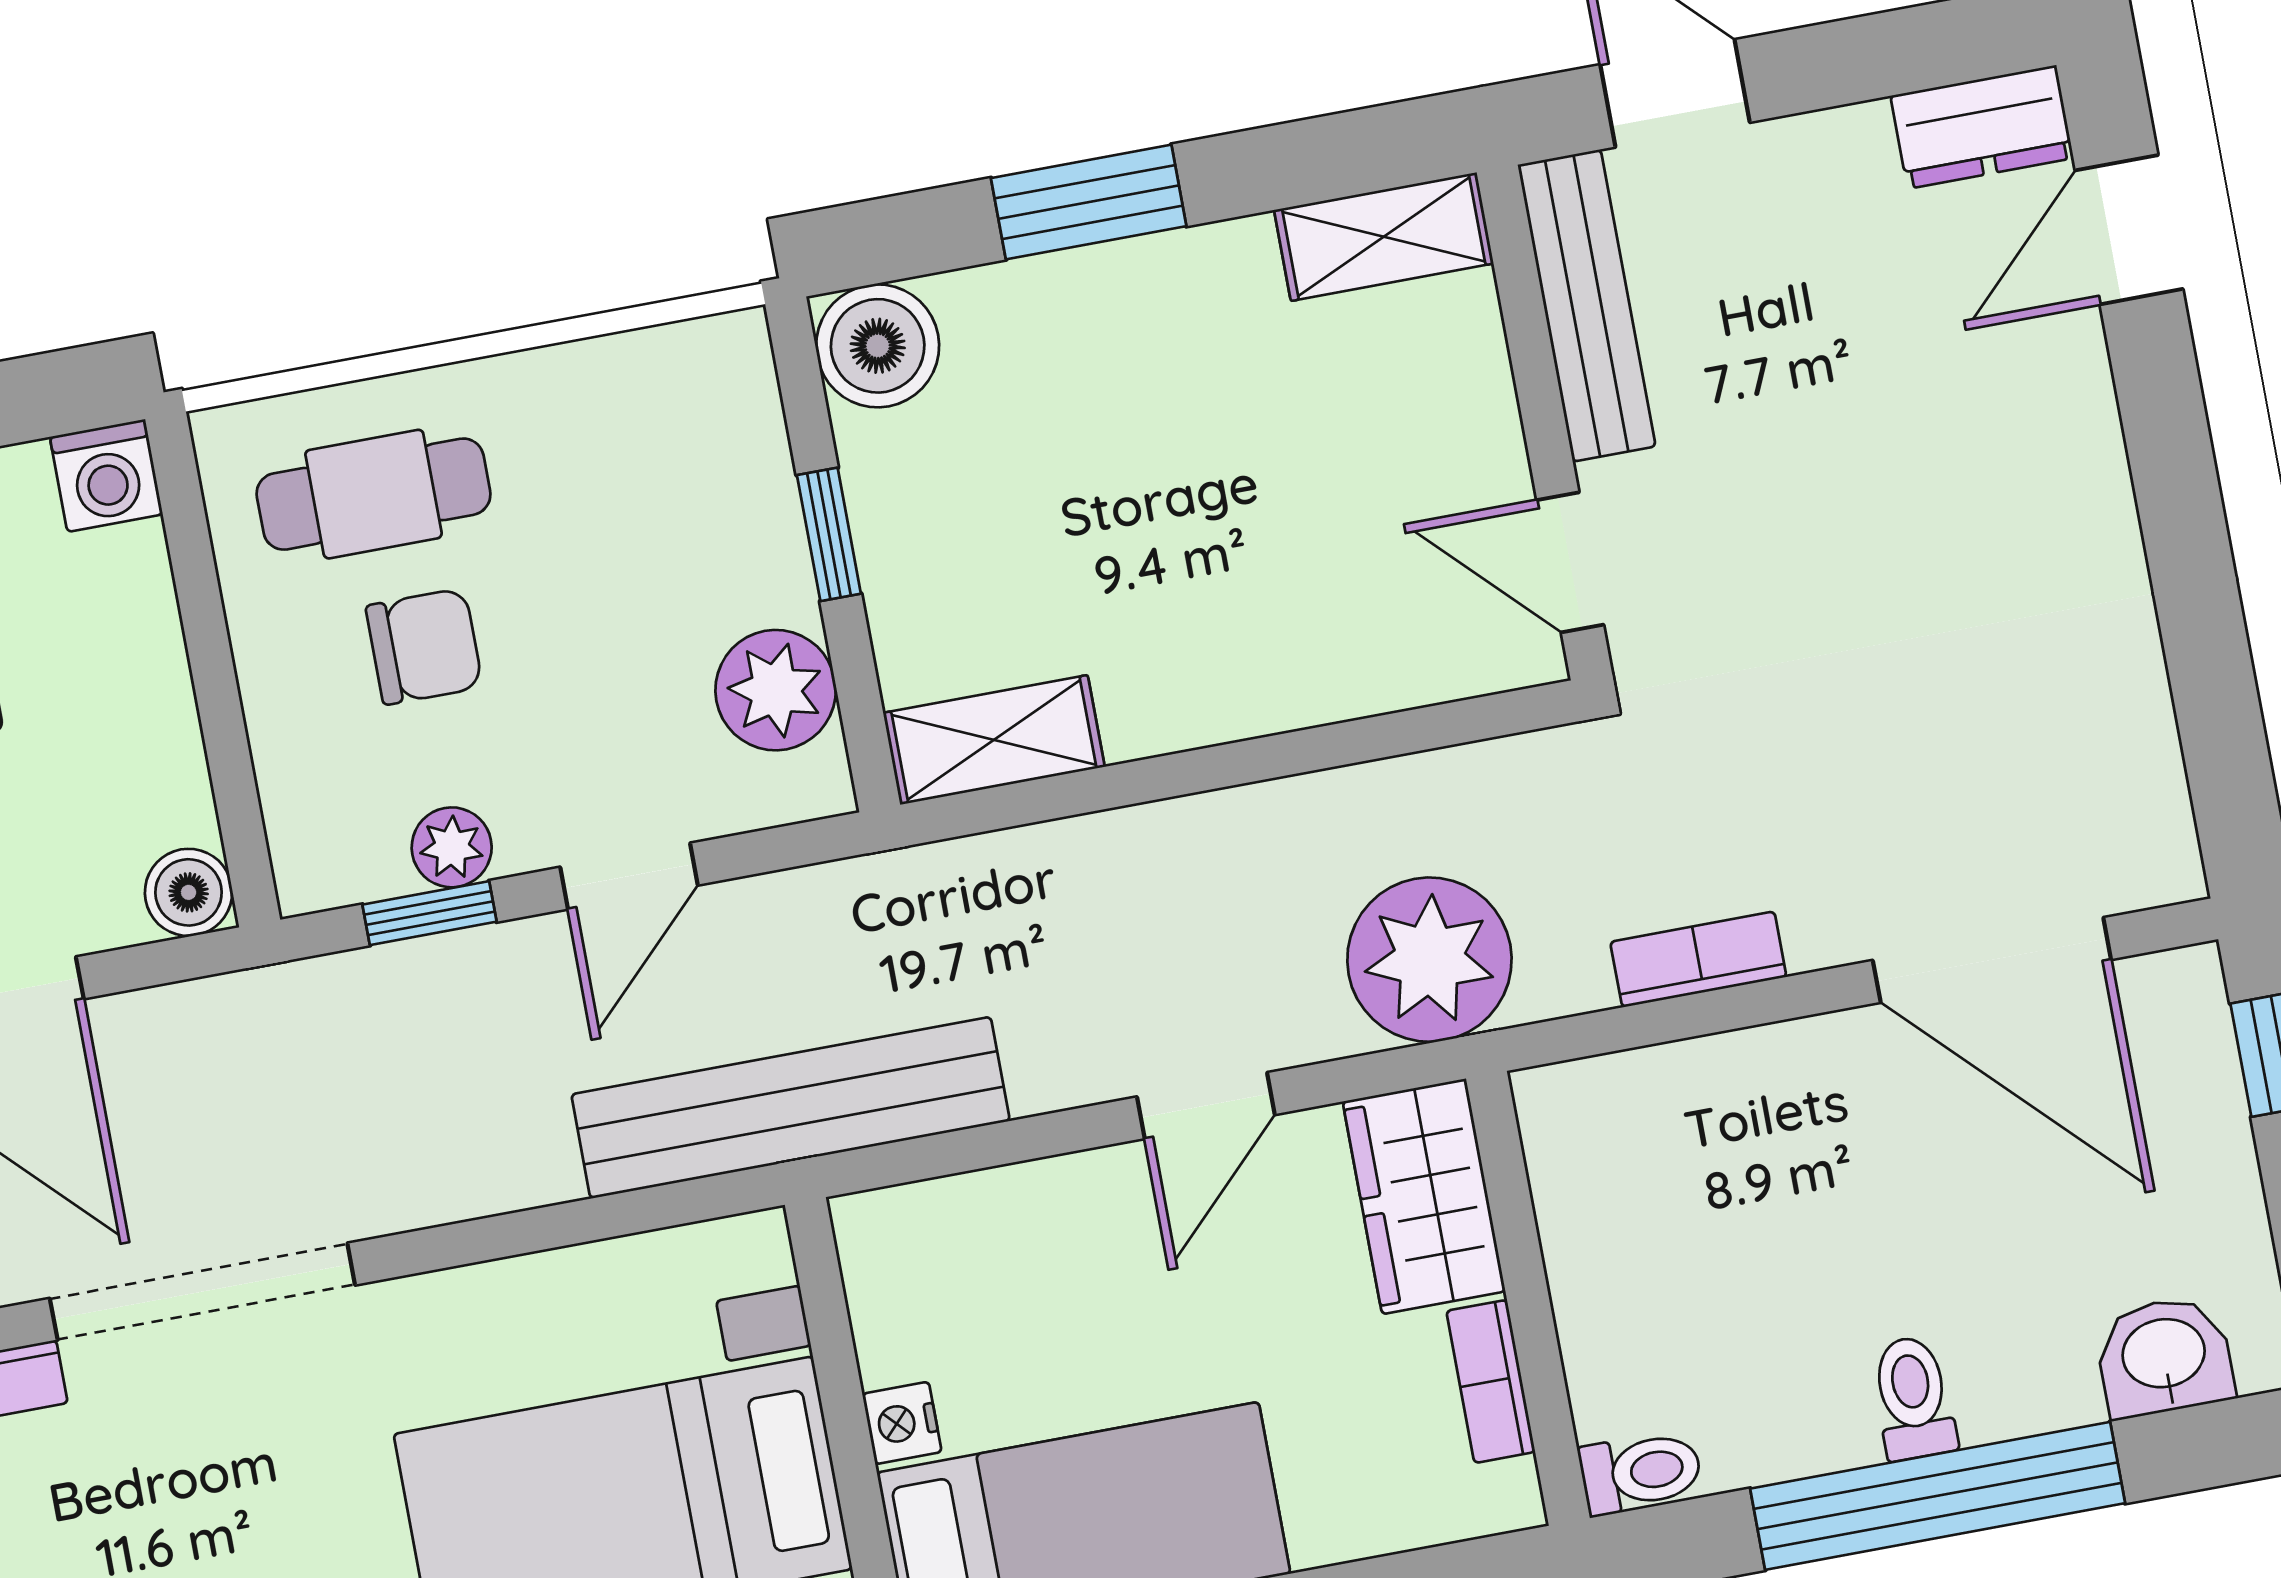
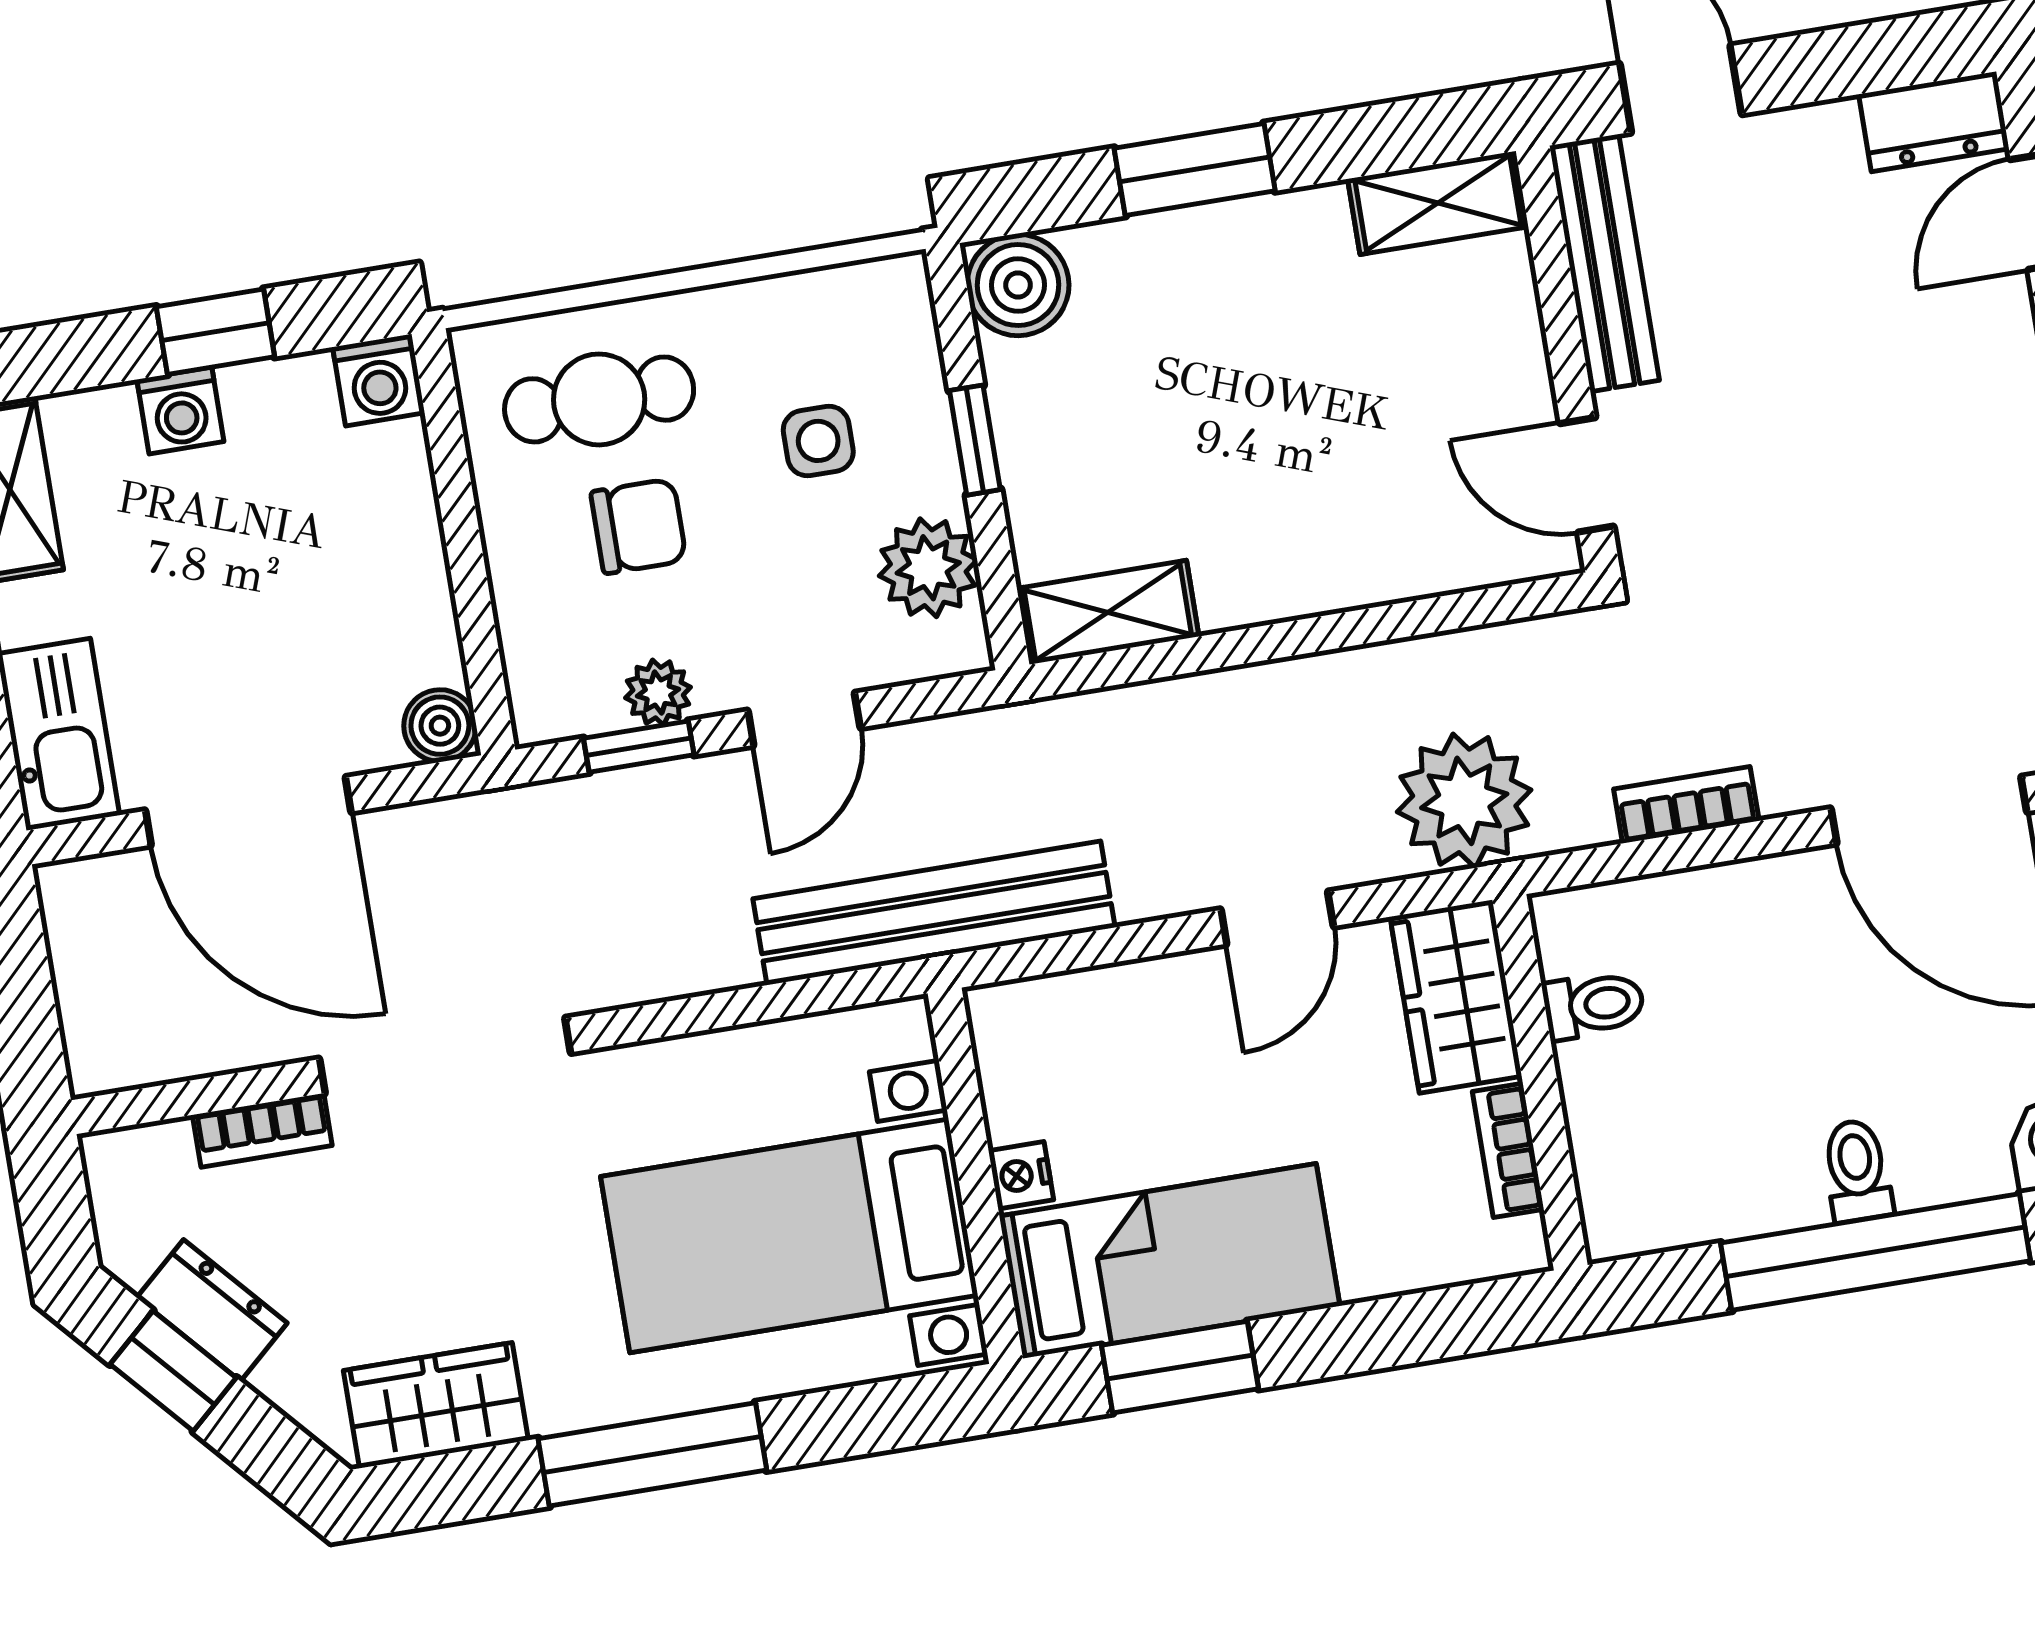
side table: (640, 539) -> (818, 441), added
toilet: (1641, 1472) -> (1594, 1005), moved

